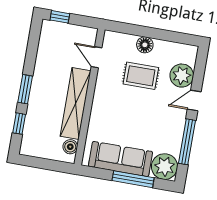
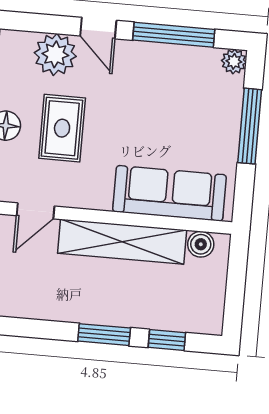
sofa: (120, 159) -> (170, 193), moved, turned 90
plant: (165, 167) -> (234, 61), width x0.53, depth x0.53

